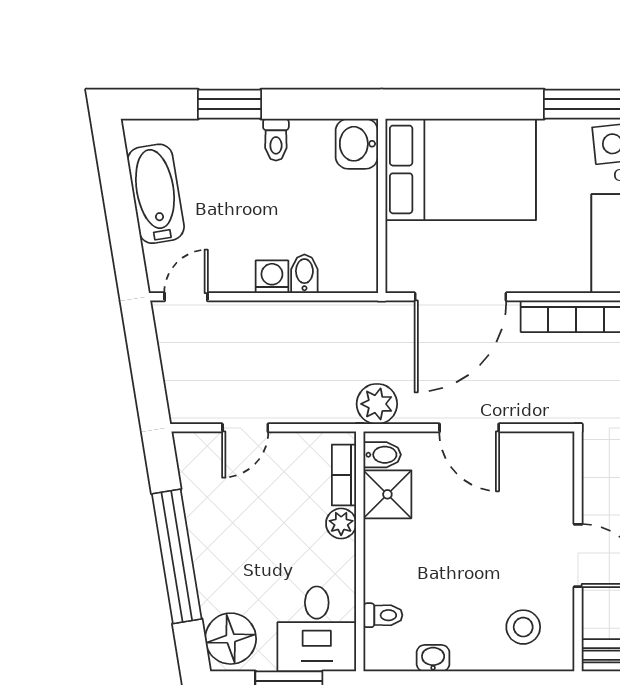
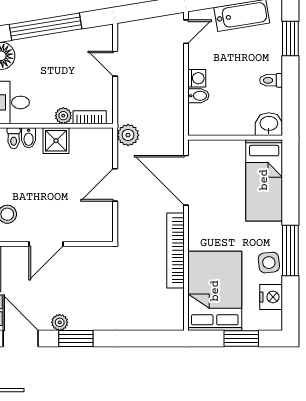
window: (229, 104) -> (290, 39), moved
bed: (461, 169) -> (264, 180), width x0.67
door: (186, 297) -> (186, 32), hinge flipped
bidet: (382, 455) -> (29, 138), moved
shower: (387, 494) -> (56, 141), moved

